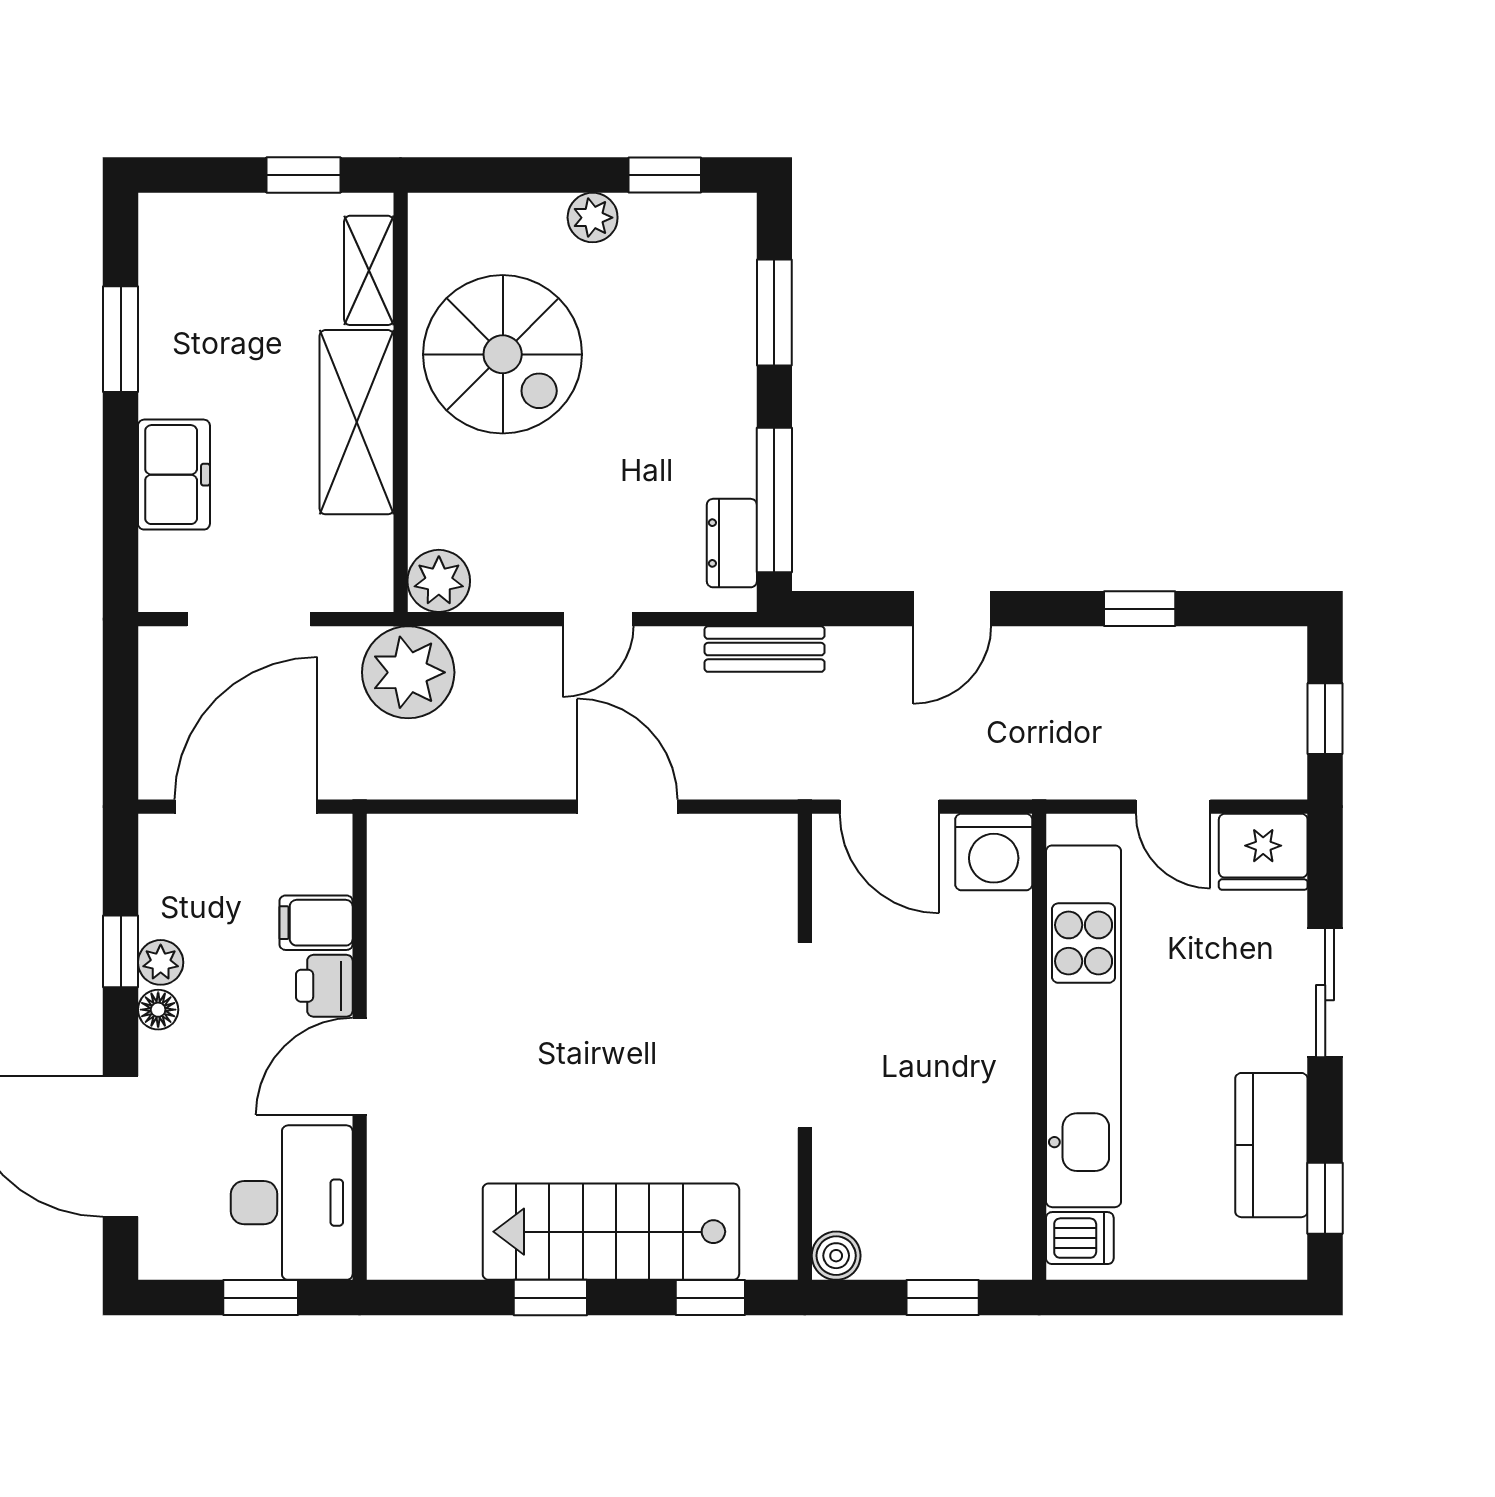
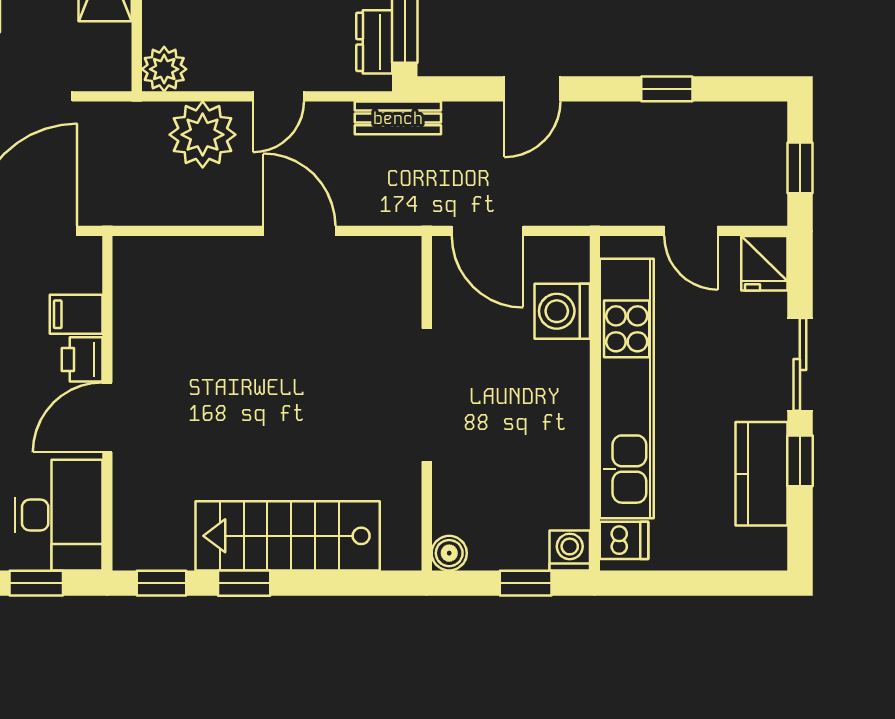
plant: (408, 672) -> (203, 135), moved
washing machine: (994, 852) -> (562, 311), moved, turned 90
fridge: (1263, 852) -> (764, 263), width x0.72
window: (1325, 1198) -> (800, 461), moved
washing machine: (1004, 1252) -> (570, 550), added
window: (710, 1298) -> (161, 583), moved

